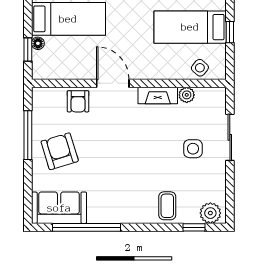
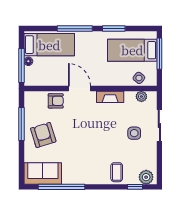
window: (230, 32) -> (159, 54), width x2.17
window: (28, 50) -> (21, 65), width x2.17
plant: (187, 95) -> (141, 96), moved
armchair: (78, 101) -> (56, 101), turned -90

